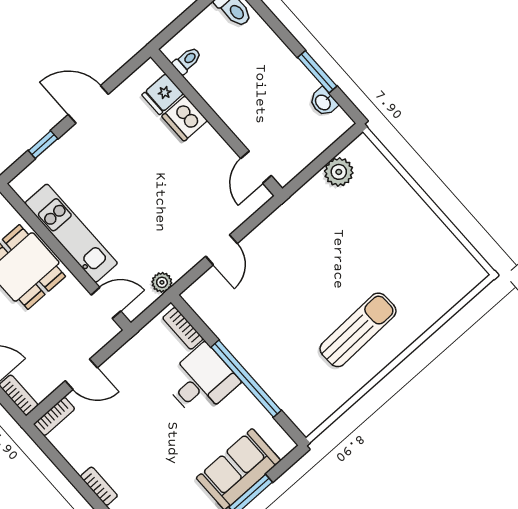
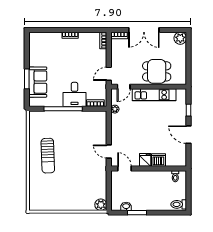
fridge: (163, 94) -> (145, 160), moved
door: (88, 104) -> (189, 135), swing flipped
plant: (339, 172) -> (101, 205), moved
door: (221, 250) -> (109, 151), moved
door: (81, 374) -> (109, 74), moved

